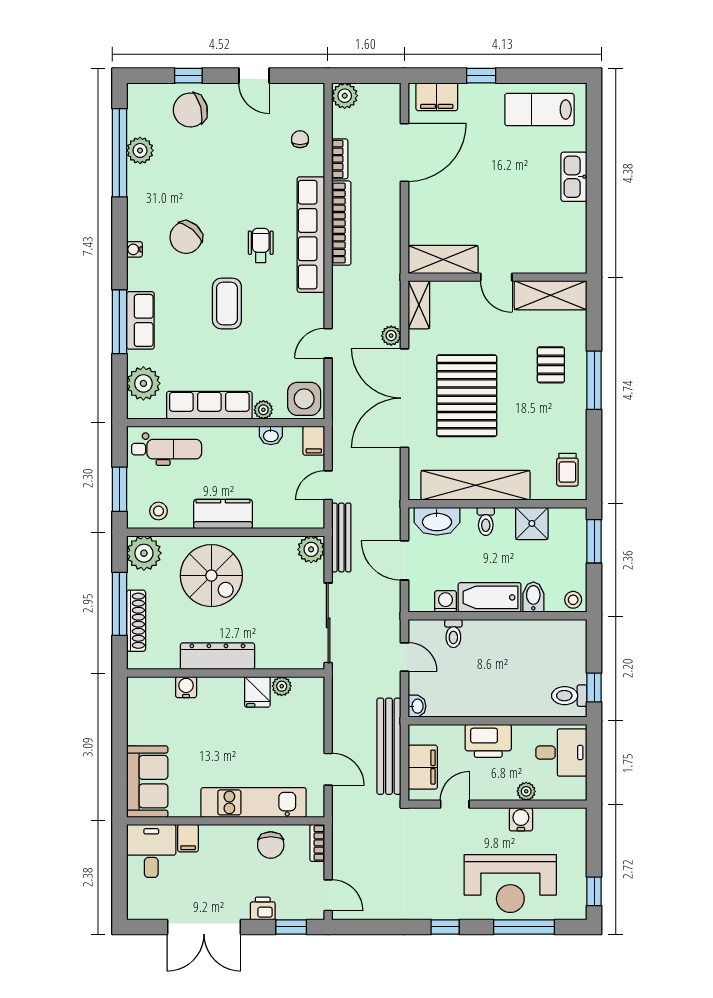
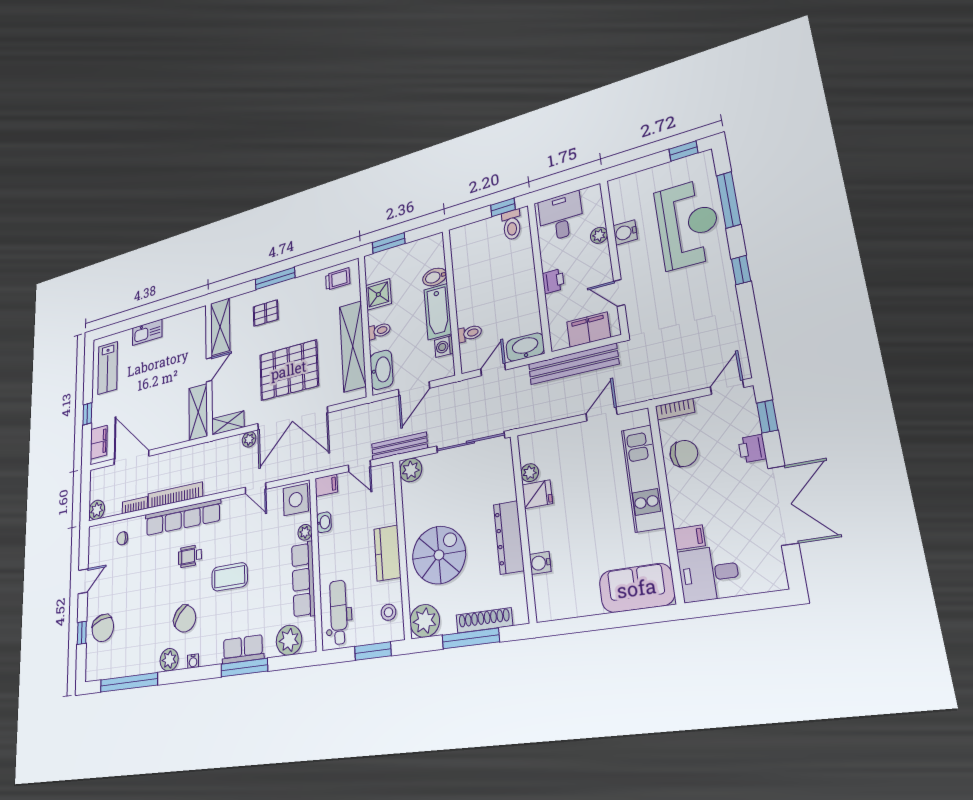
plant: (140, 150) -> (169, 660), moved
stool: (573, 600) -> (434, 245), removed
washbasin: (417, 706) -> (525, 347), width x1.91, depth x1.45
printer: (488, 741) -> (553, 281), width x0.53, depth x0.68

